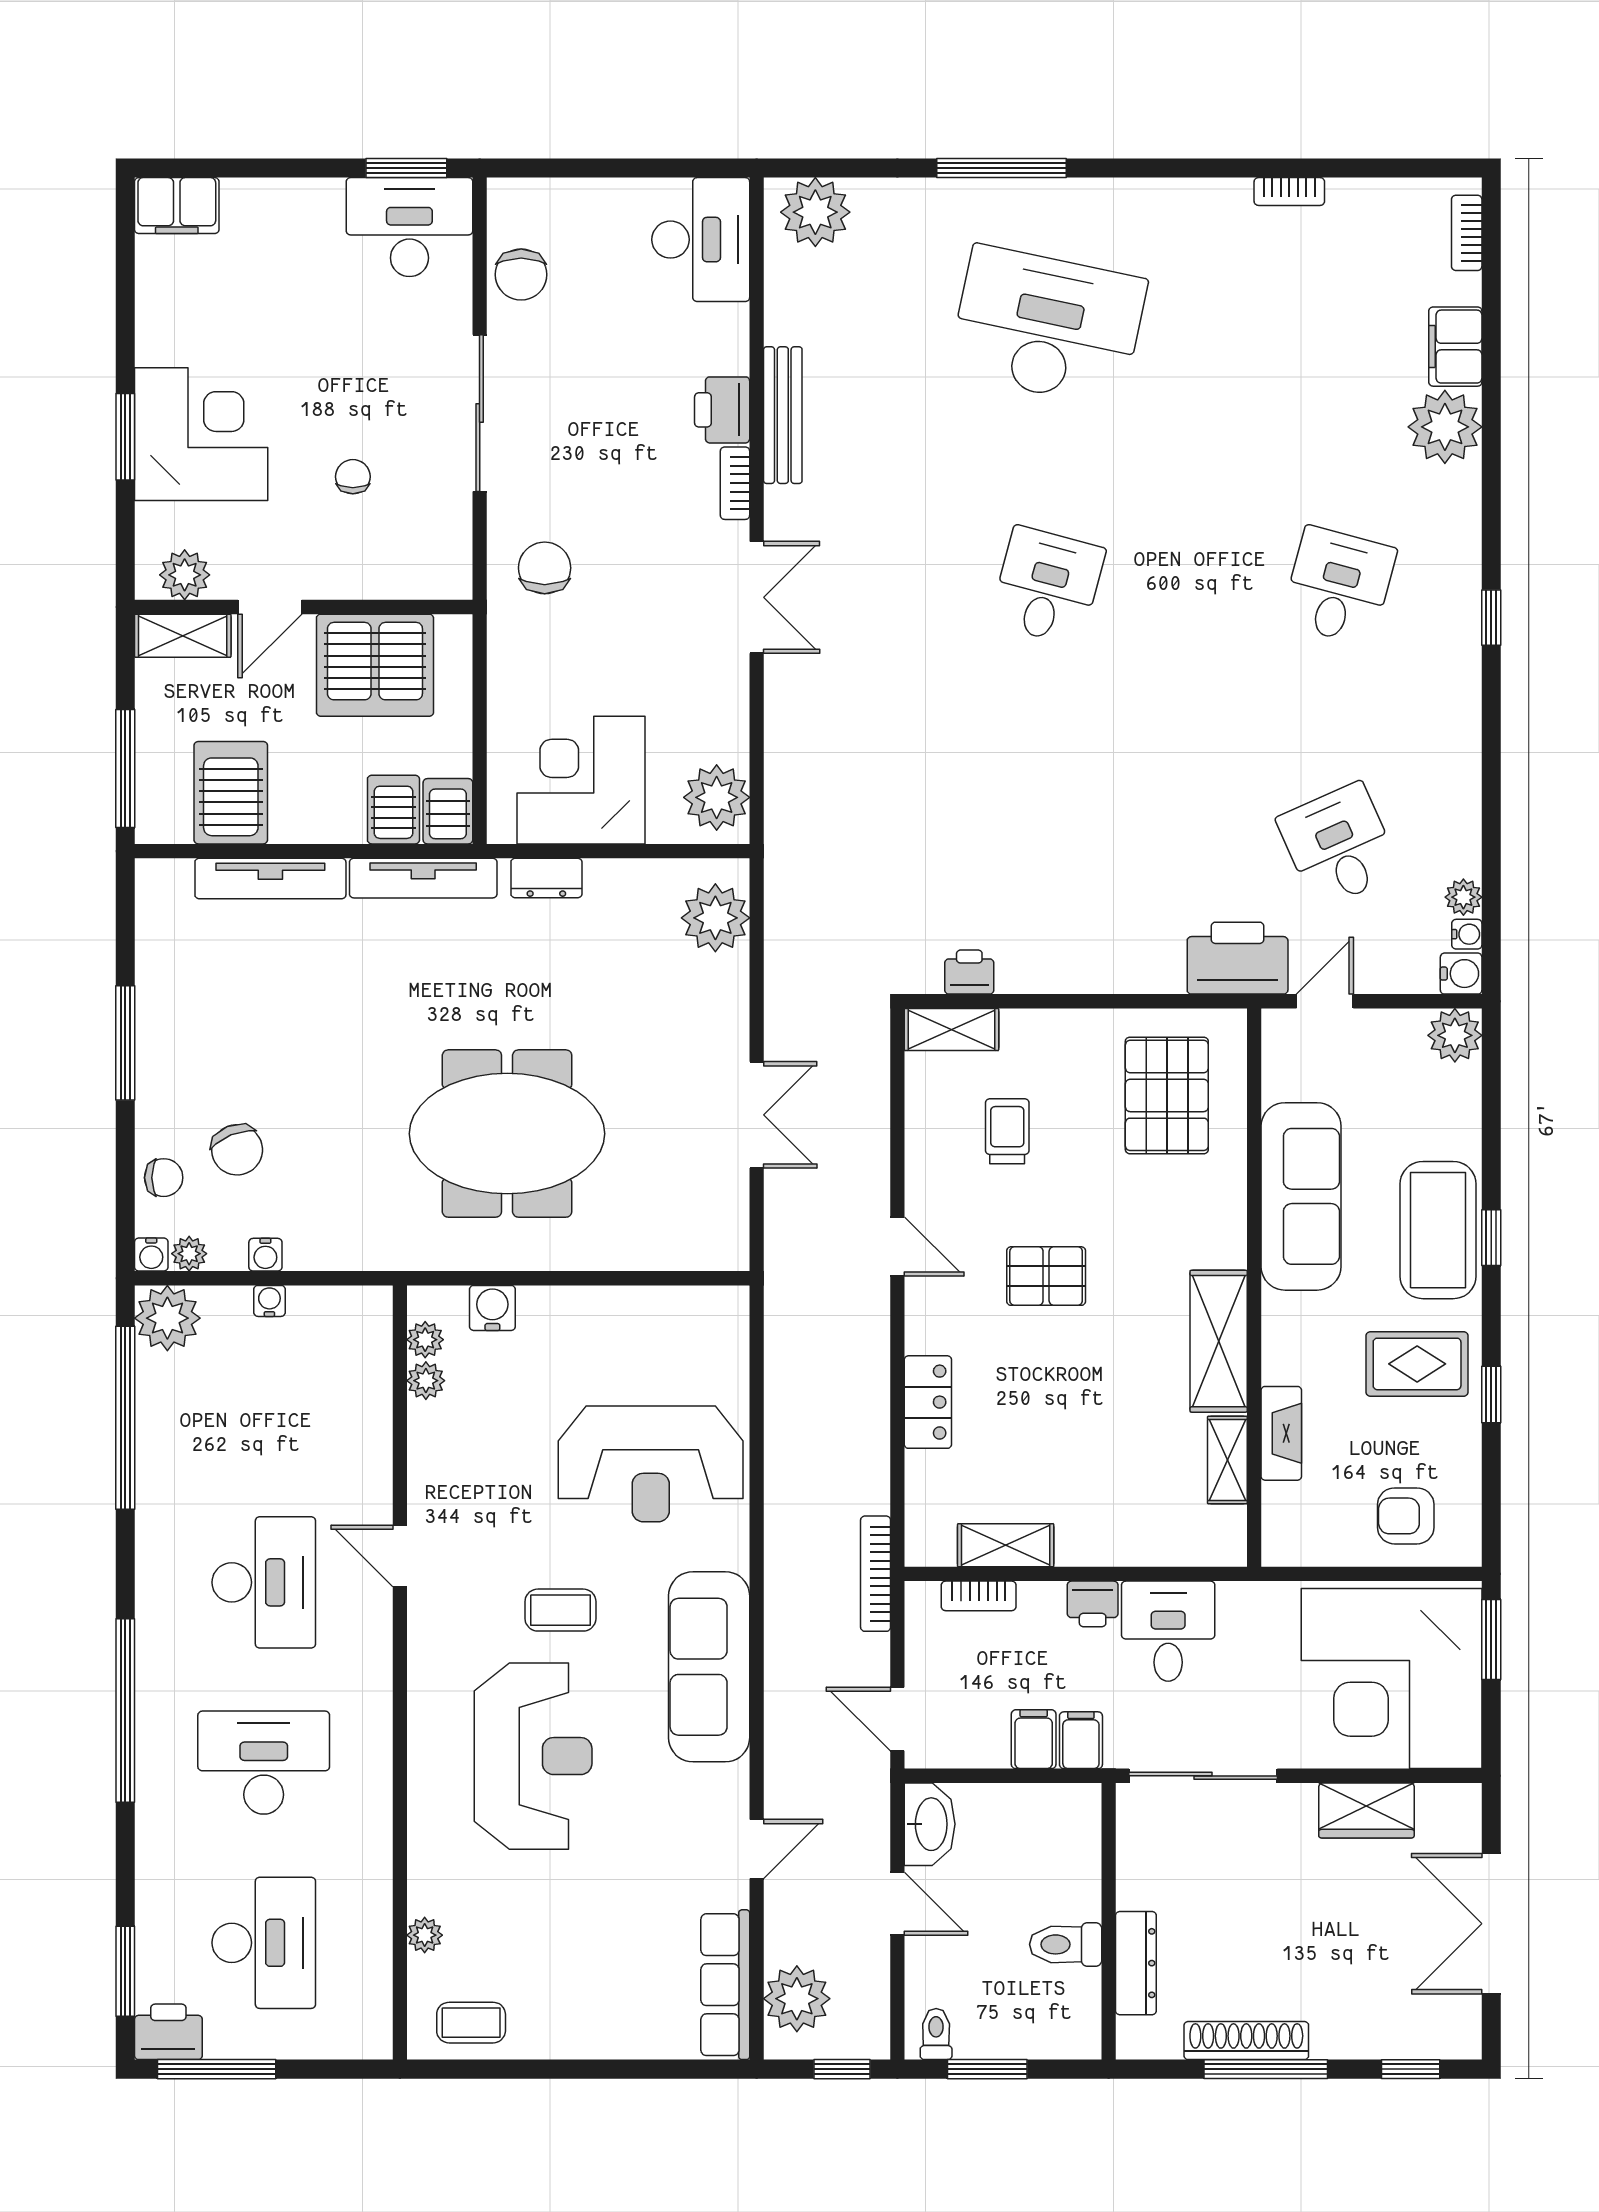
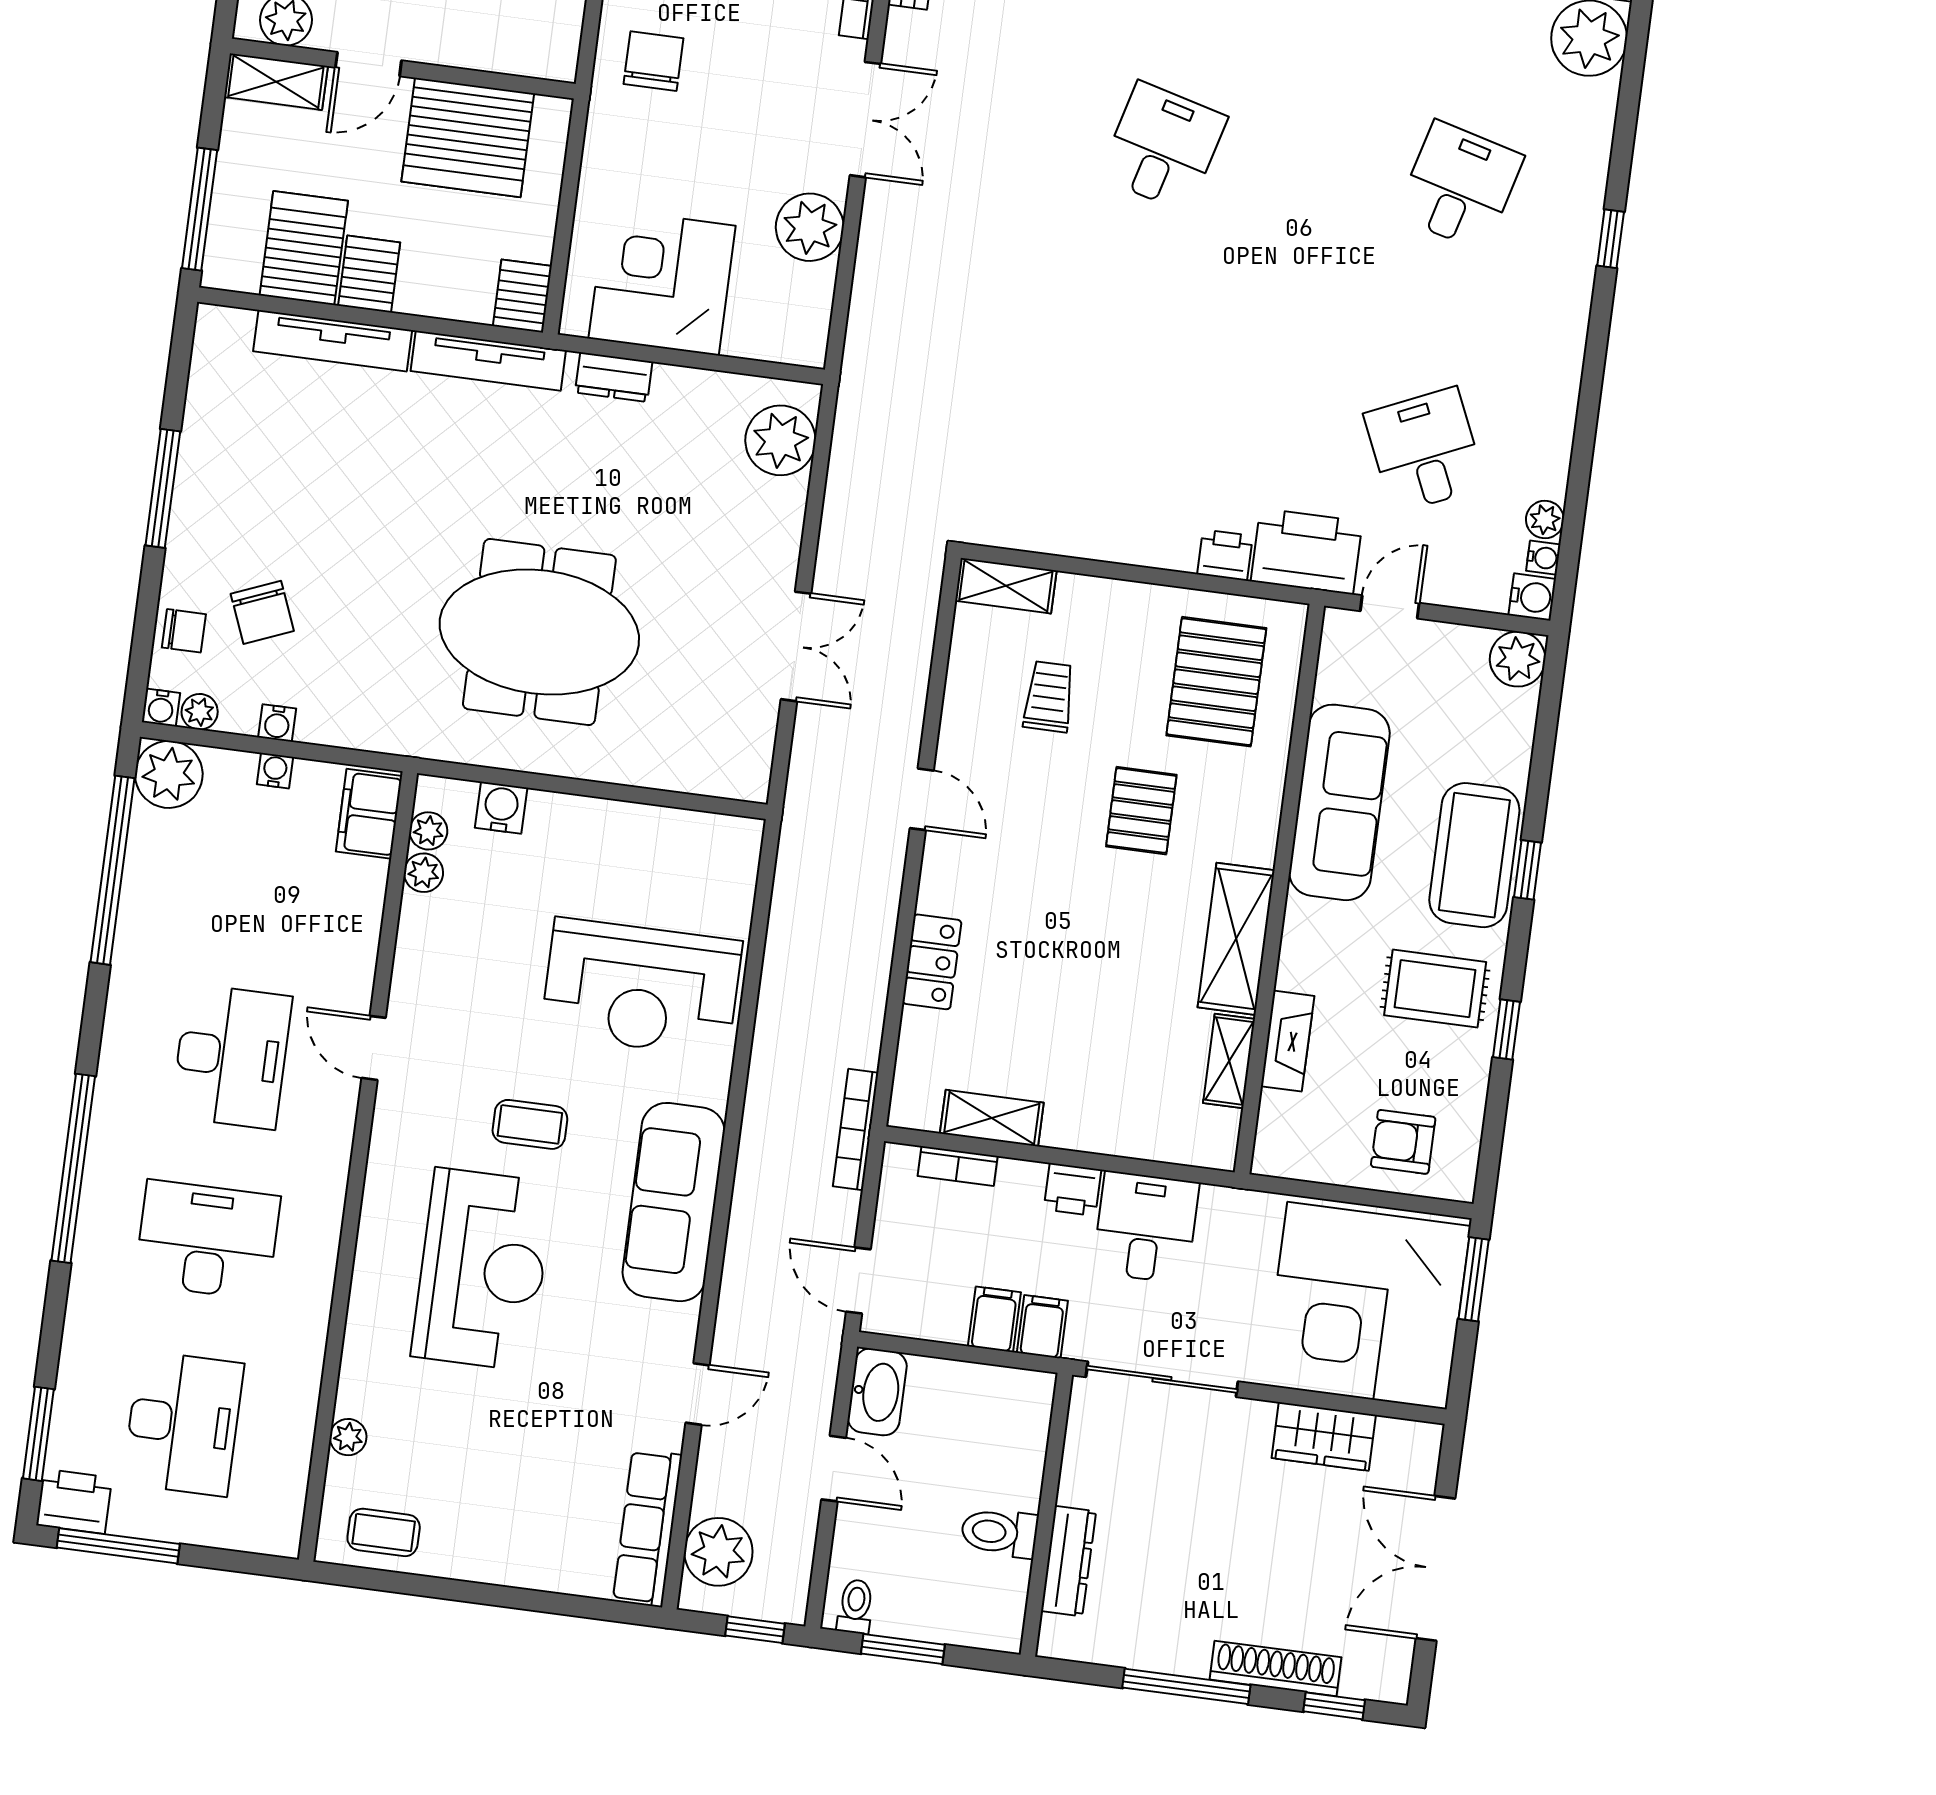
plant: (717, 797) -> (810, 227), moved
server rack: (393, 810) -> (369, 274), moved
printer: (969, 972) -> (1225, 555), moved
pallet: (1046, 1276) -> (1141, 811), moved, turned 90
filing cabinet: (366, 1331) -> (369, 814), added
shoe rack: (1246, 2041) -> (1275, 1668), moved

